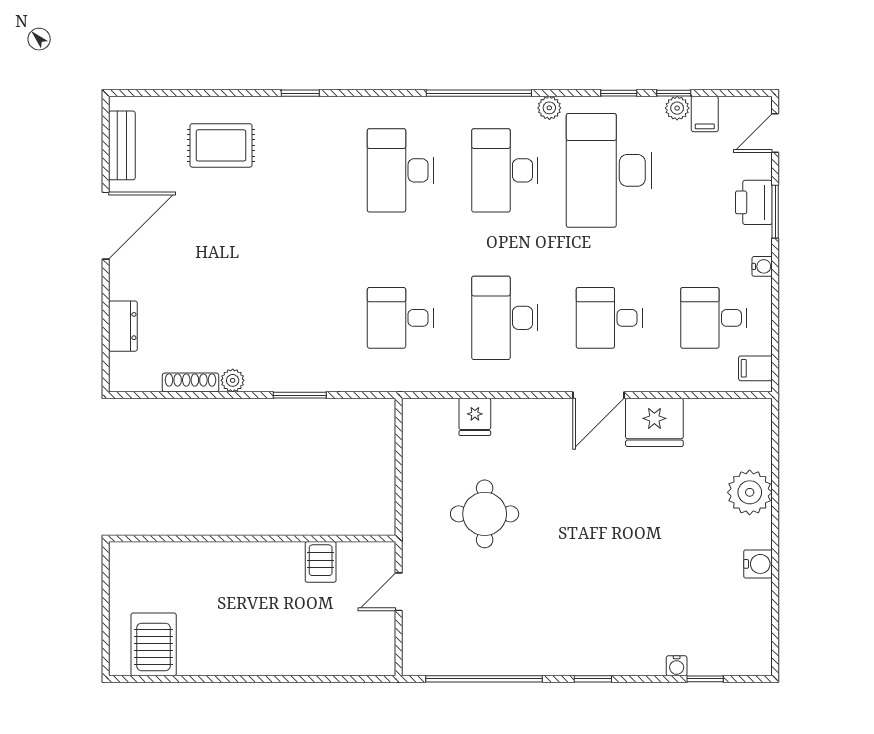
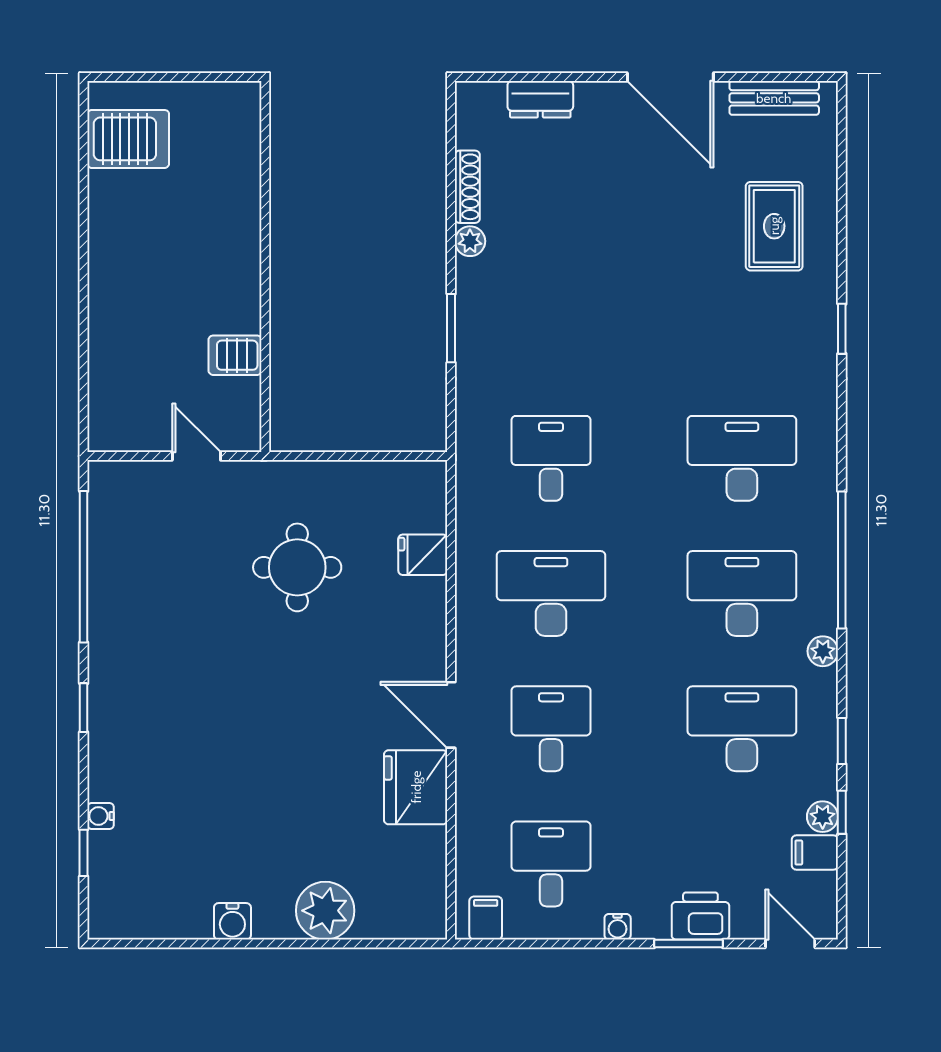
desk: (609, 170) -> (742, 729), width x0.73, depth x0.77

